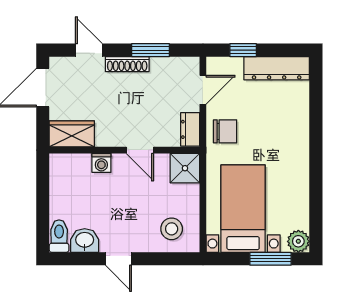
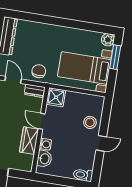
wardrobe: (72, 134) -> (29, 141), moved
door: (140, 150) -> (42, 121), swing flipped
stool: (172, 229) -> (90, 122), moved
washbasin: (85, 240) -> (44, 159), moved, turned 180

